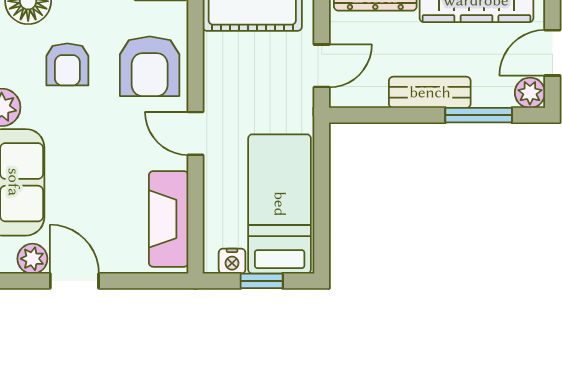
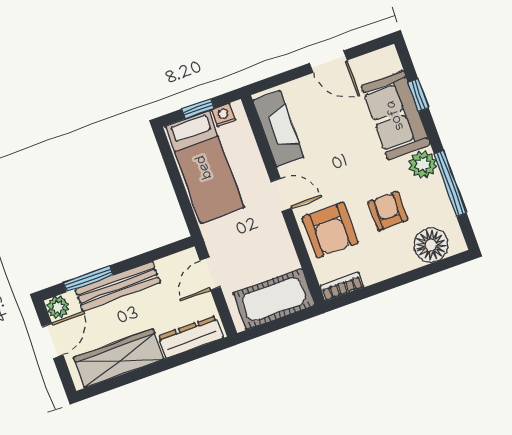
armchair: (150, 66) -> (330, 230), turned 180
bench: (430, 92) -> (118, 286), width x1.36
plant: (32, 259) -> (363, 67), removed

